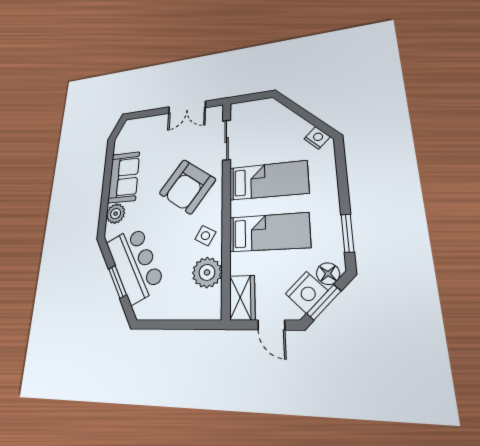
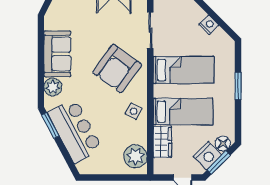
nightstand: (317, 138) -> (209, 25), moved
window: (348, 233) -> (238, 86), moved
plant: (207, 272) -> (135, 156), moved
window: (117, 282) -> (50, 126), moved
wardrobe: (242, 298) -> (162, 142), moved

